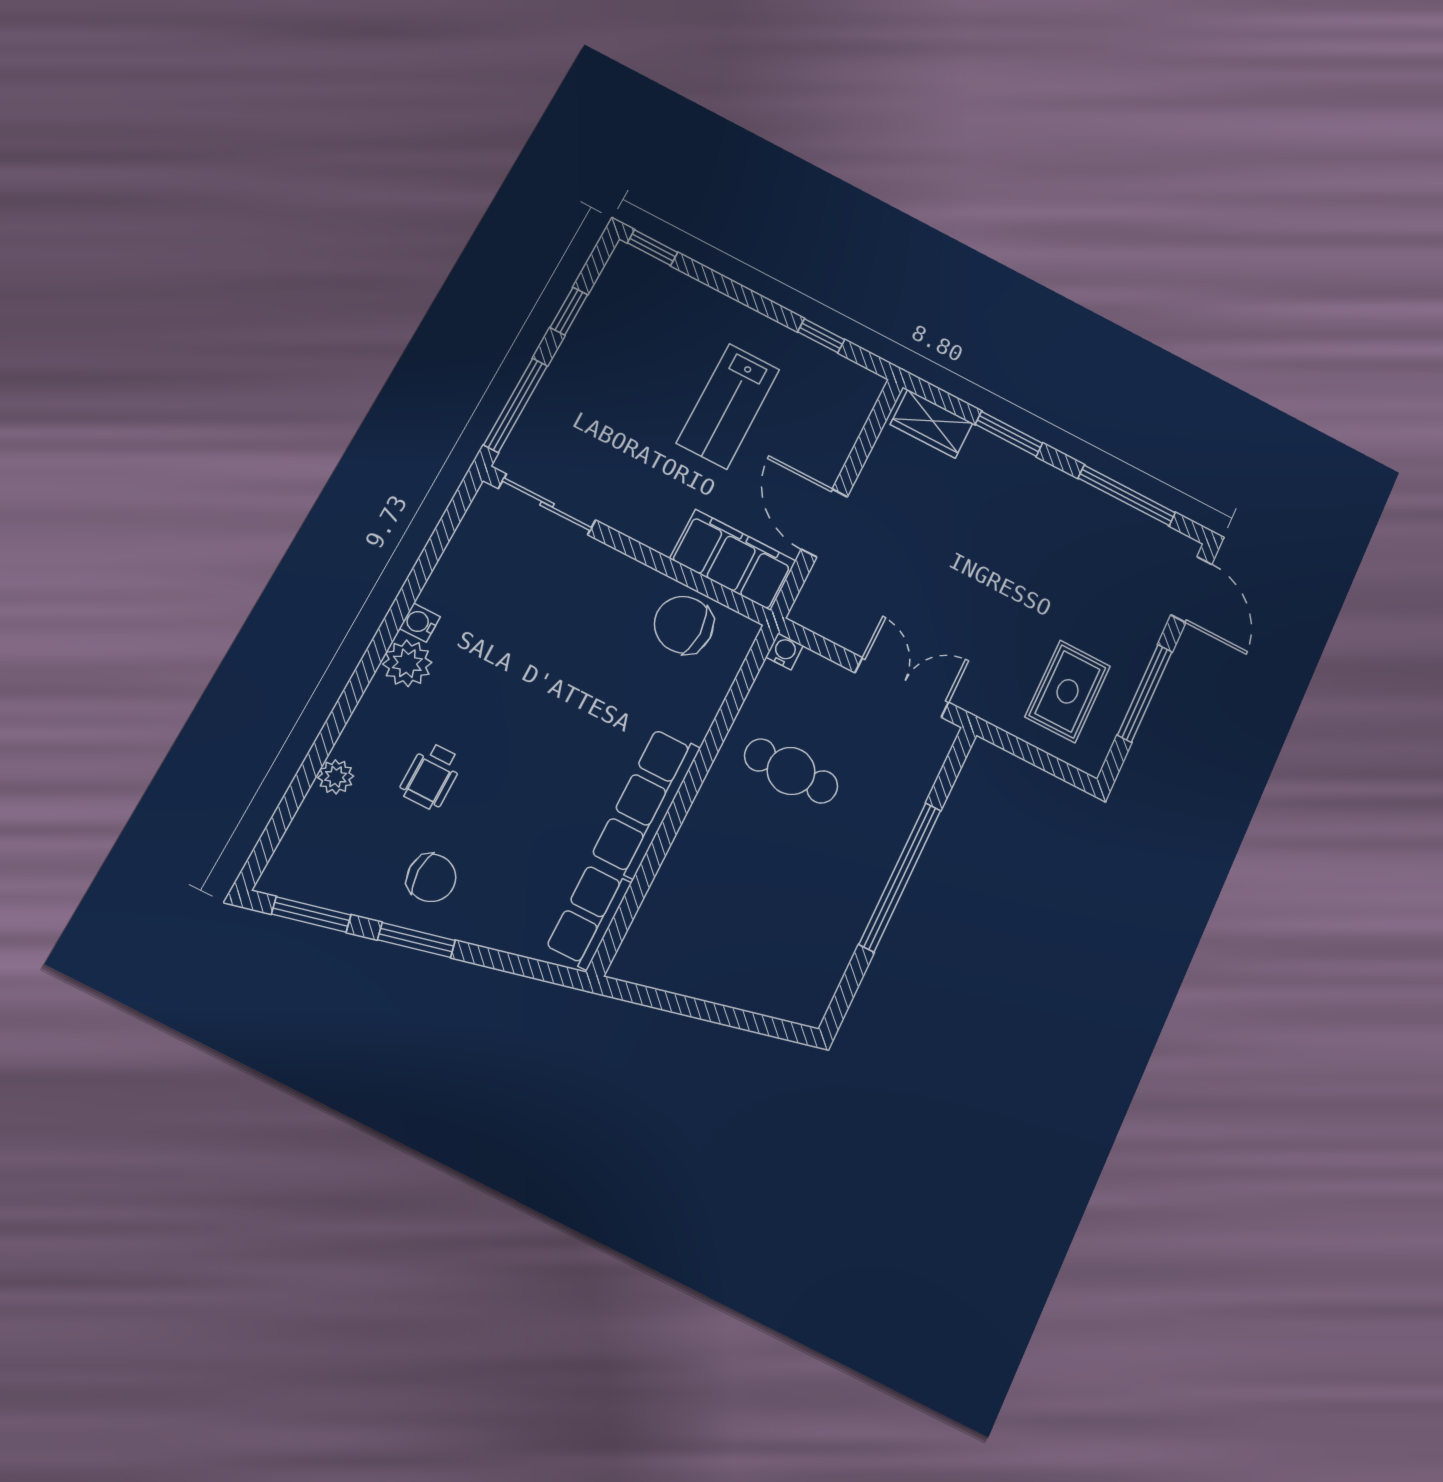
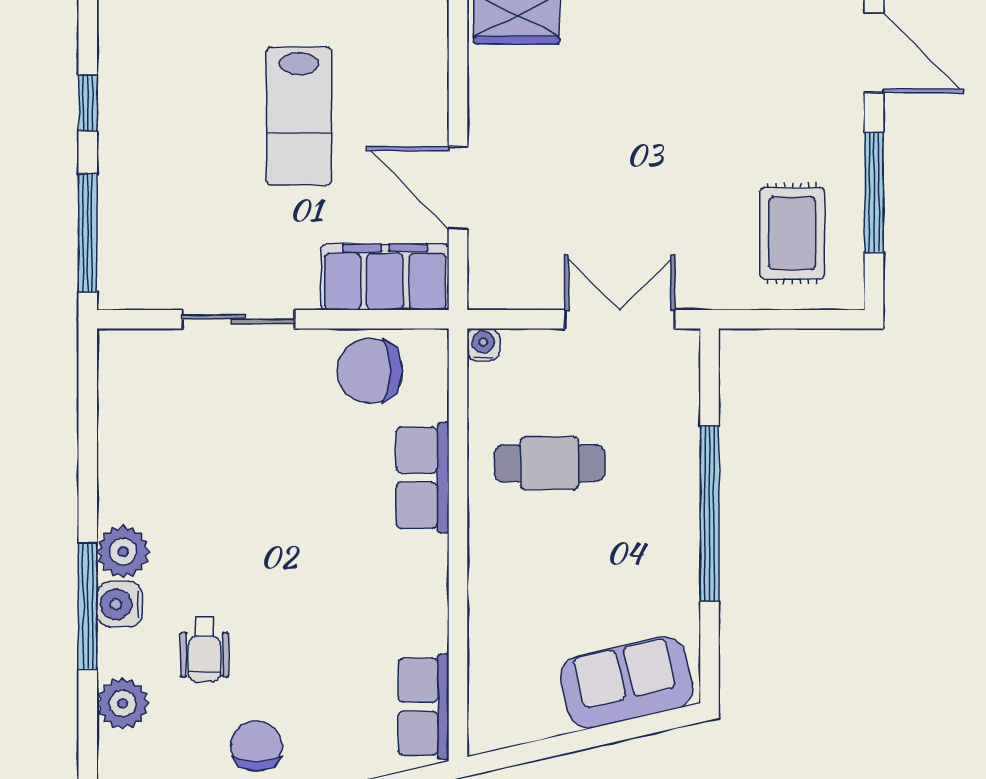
sliding door: (547, 504) -> (238, 319), moved
water cooler: (420, 623) -> (120, 604), moved, width x1.38, depth x1.38
window: (354, 692) -> (88, 606), added
plant: (336, 777) -> (123, 703), width x1.38, depth x1.38
row of seats: (646, 802) -> (422, 478), moved, width x0.68
chair: (431, 878) -> (256, 746), turned -90
sofa: (766, 981) -> (627, 682), added

